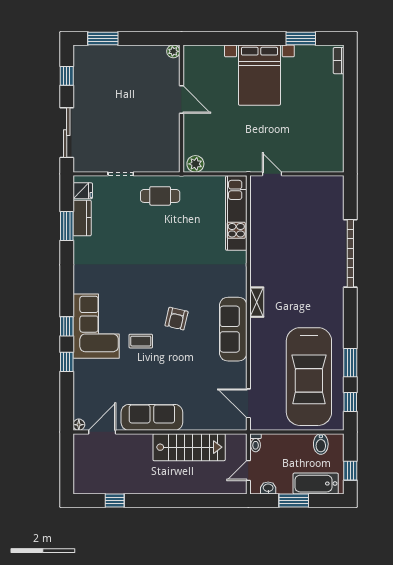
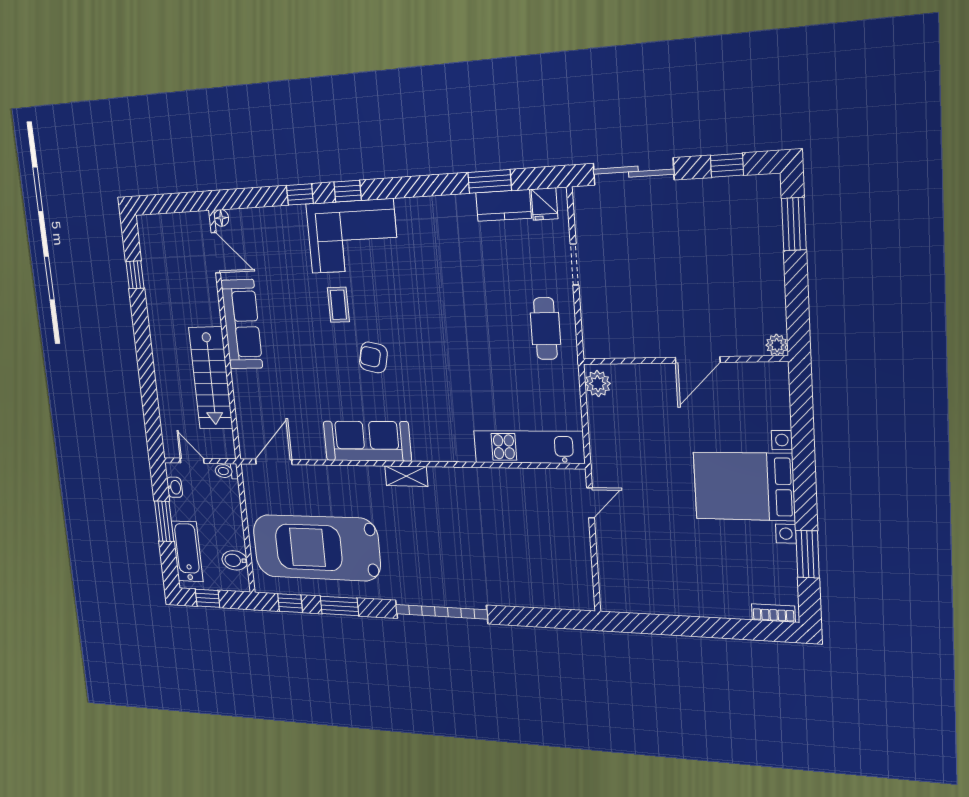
garage door: (350, 253) -> (441, 612), moved

